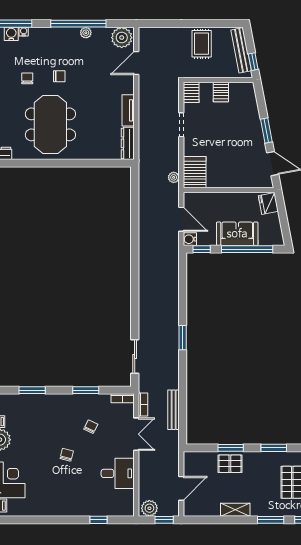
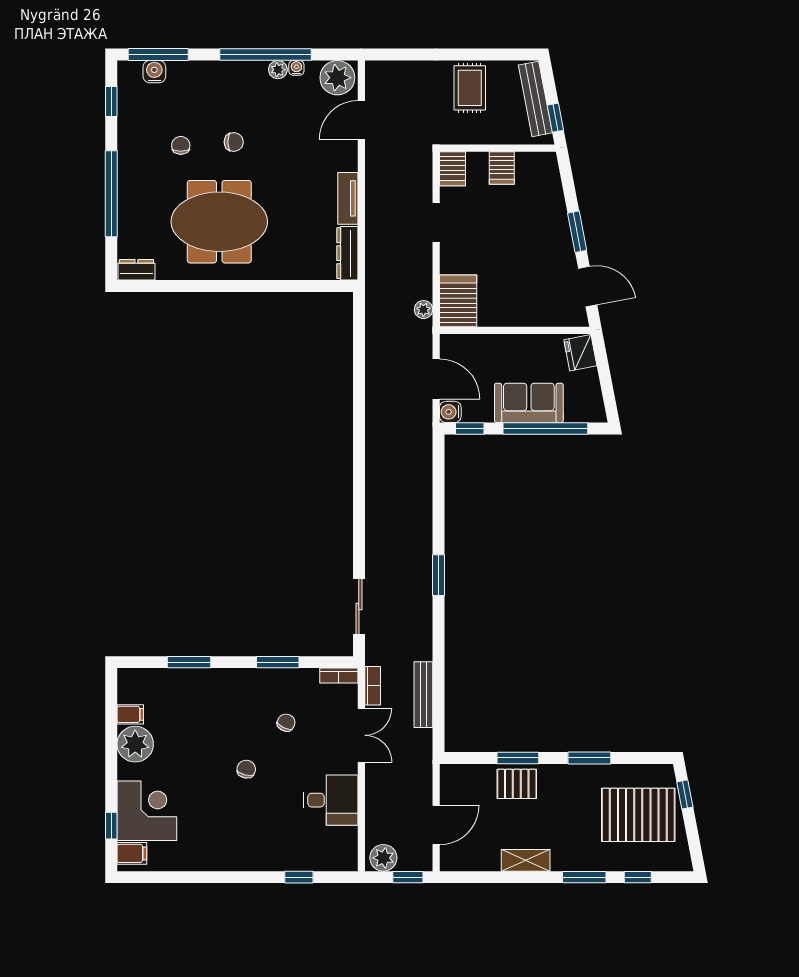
water cooler: (24, 32) -> (296, 68), moved
meeting table: (50, 124) -> (219, 222), turned 90

